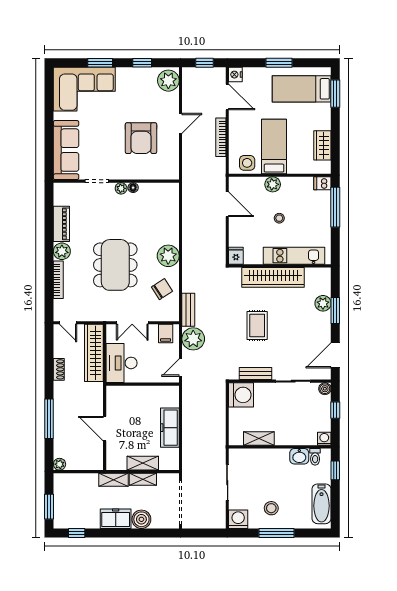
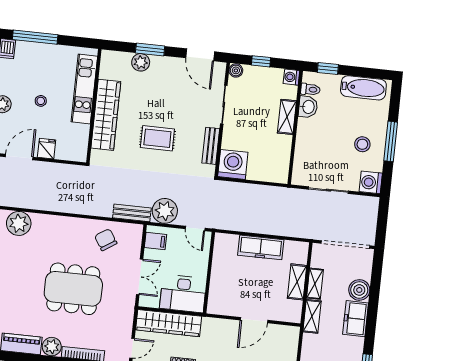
plant: (168, 256) -> (19, 223), moved
fridge: (236, 256) -> (47, 149), moved, turned 90
shelving: (259, 439) -> (287, 117), moved

